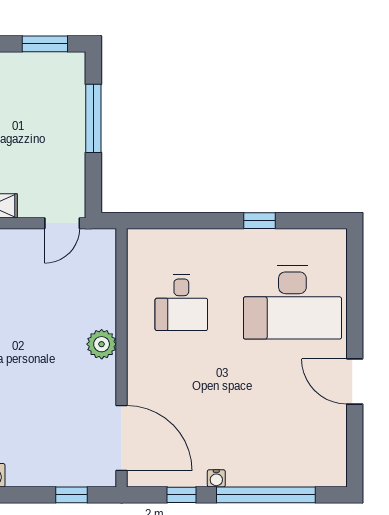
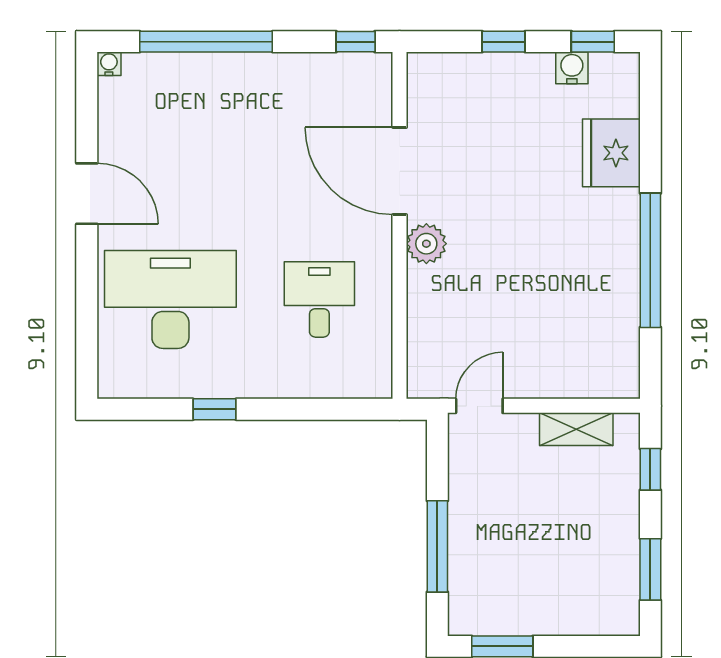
door: (122, 438) -> (400, 171), moved
water cooler: (216, 478) -> (109, 64), moved
window: (72, 495) -> (504, 42), moved
window: (181, 495) -> (356, 42), moved

